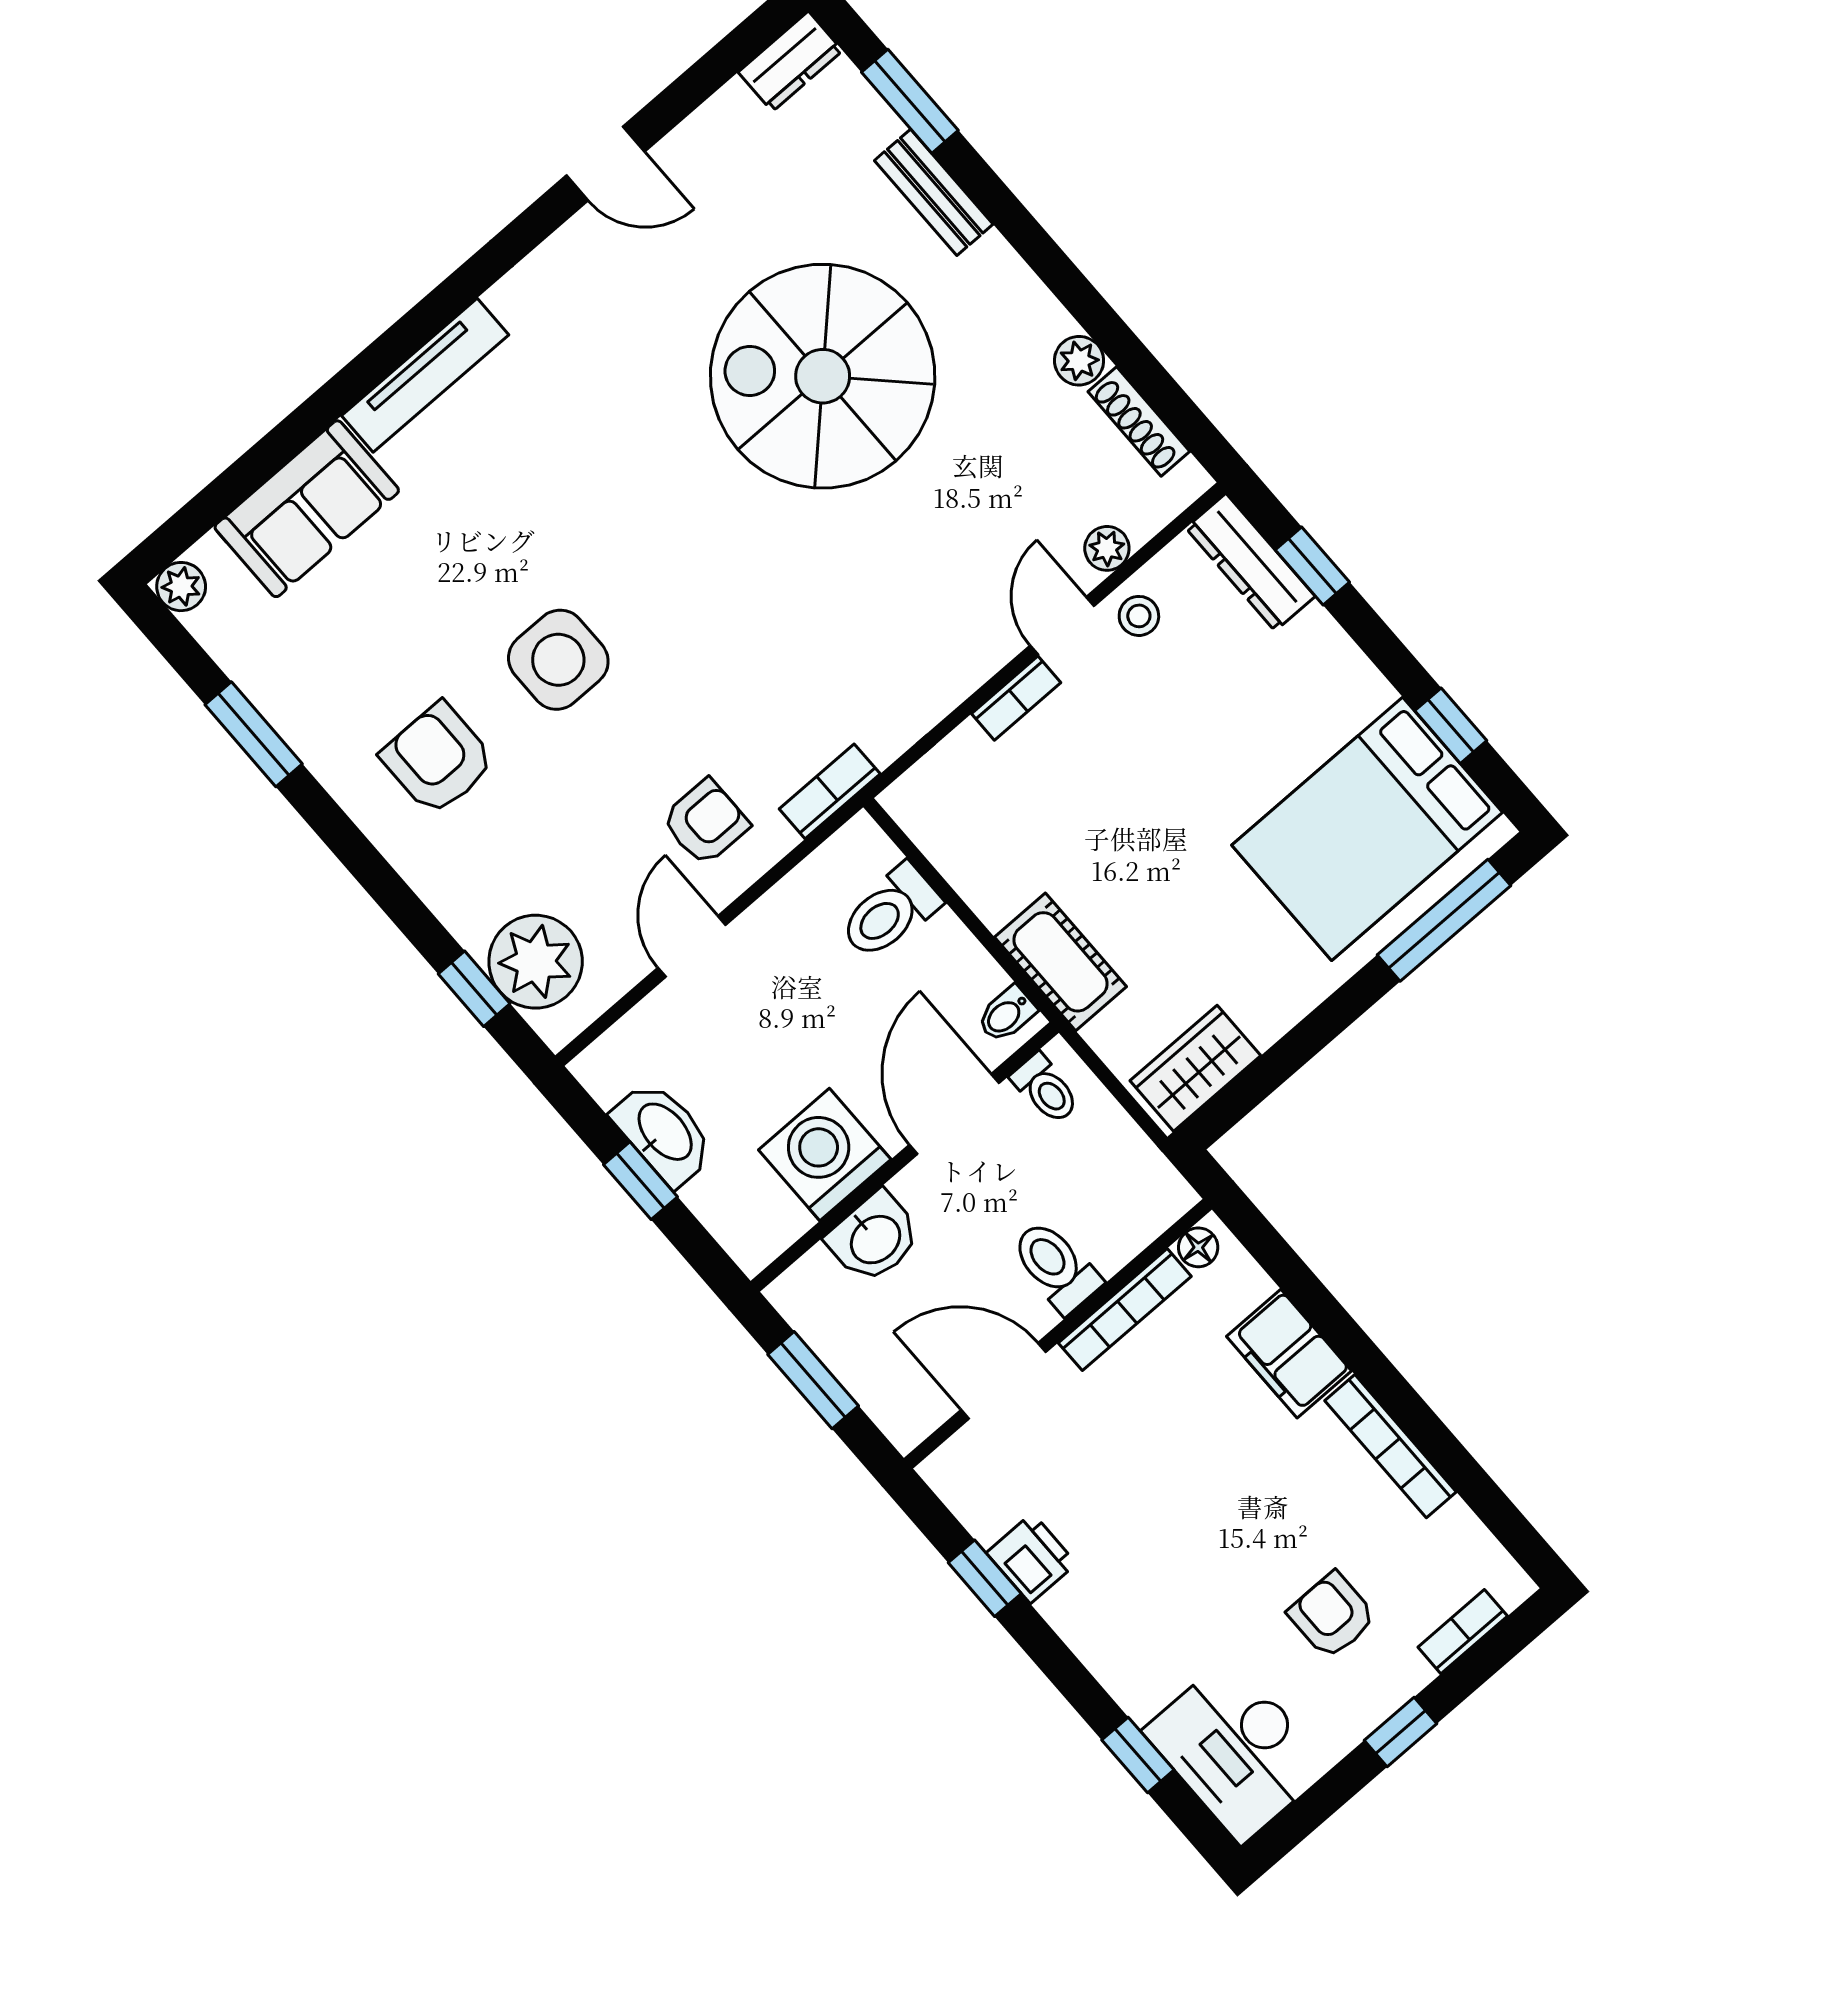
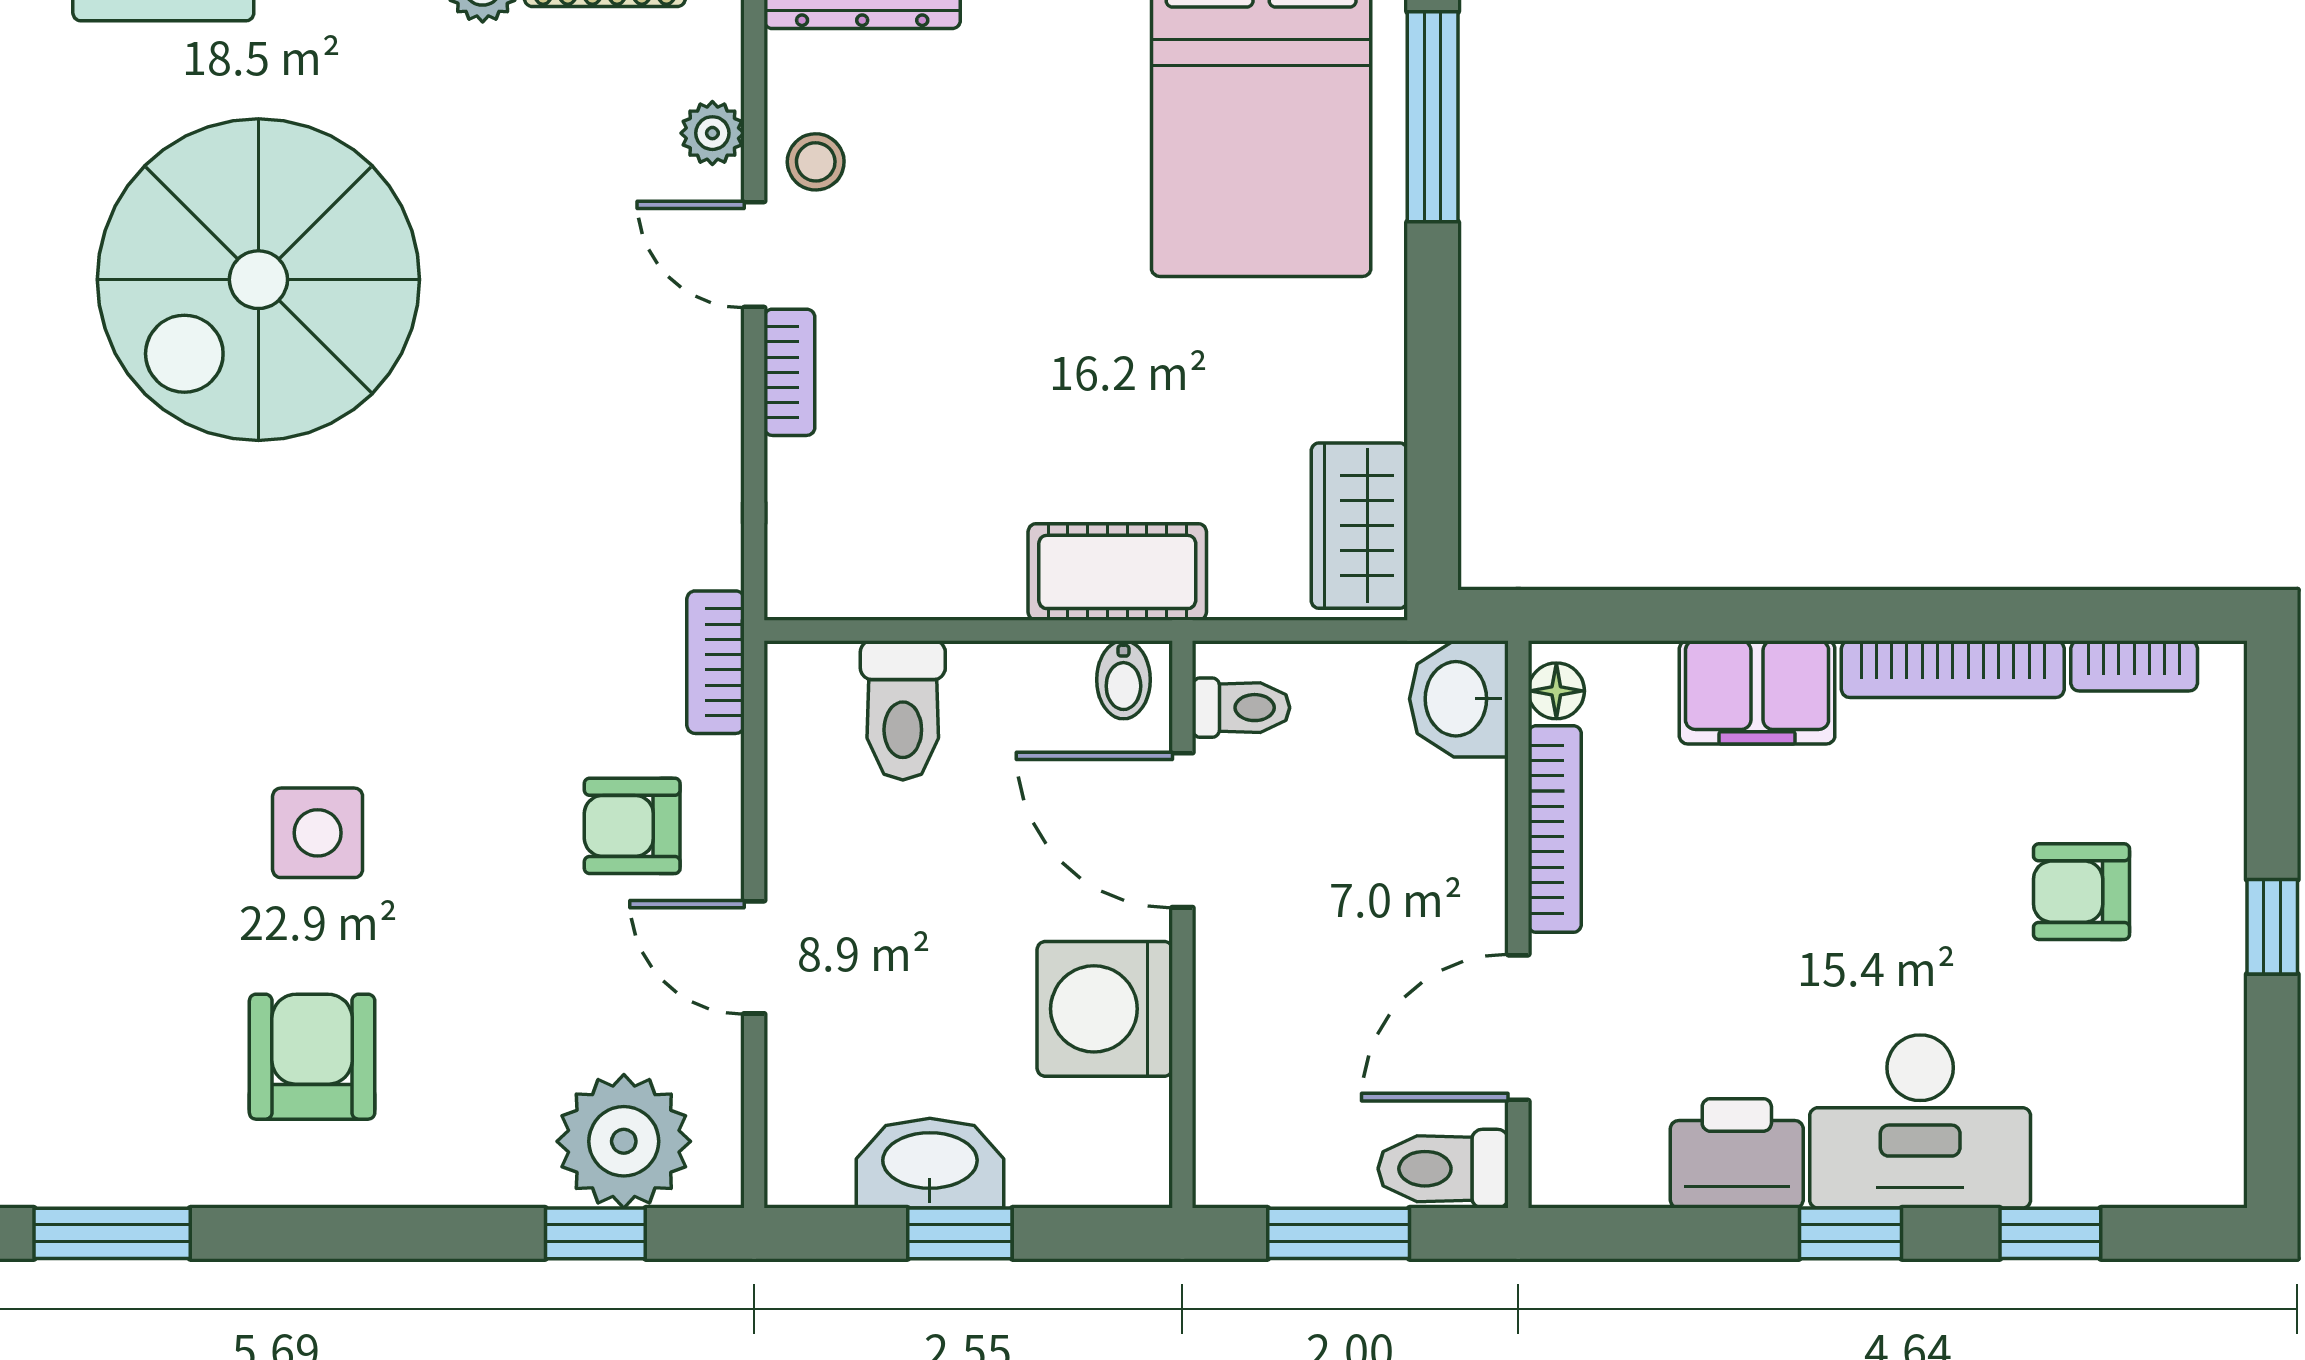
side table: (558, 660) -> (318, 833), width x0.73, depth x0.73
armchair: (438, 759) -> (312, 1057), turned 90
armchair: (705, 822) -> (632, 826), turned -90
washbasin: (874, 1238) -> (1459, 699), moved, turned 180
toilet: (1056, 1266) -> (1443, 1169), moved
printer: (1031, 1558) -> (1737, 1153), width x1.36, depth x1.24
window: (985, 1578) -> (1850, 1233), moved
bookcase: (1463, 1632) -> (2134, 666), moved, turned -90
desk: (1236, 1749) -> (1920, 1121), moved

